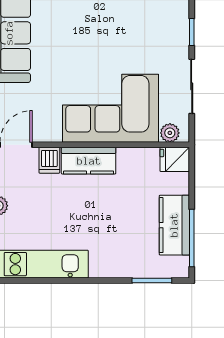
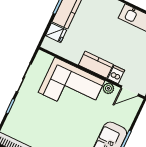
plant: (170, 133) -> (108, 88), moved
fridge: (175, 159) -> (56, 33), moved

